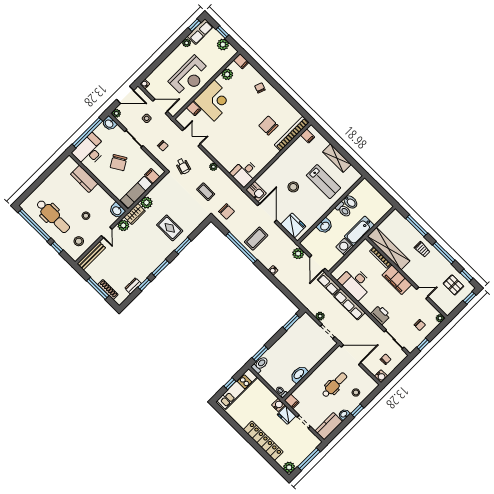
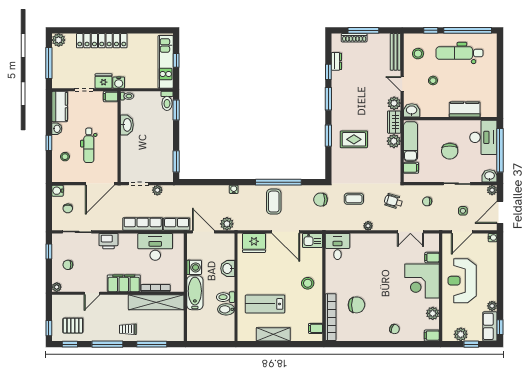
chair: (119, 163) -> (450, 151), turned -149
stool: (293, 187) -> (308, 283), moved

